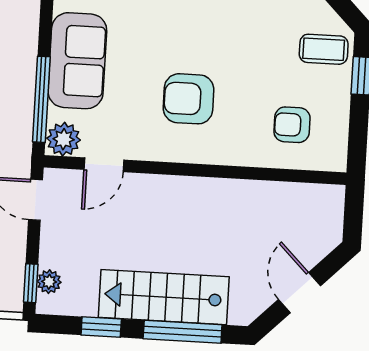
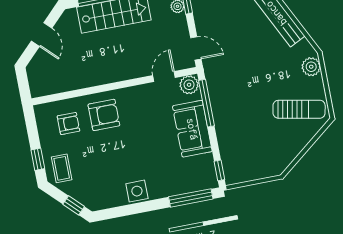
coffee table: (324, 49) -> (62, 168), turned 90
armchair: (188, 99) -> (104, 115), moved

